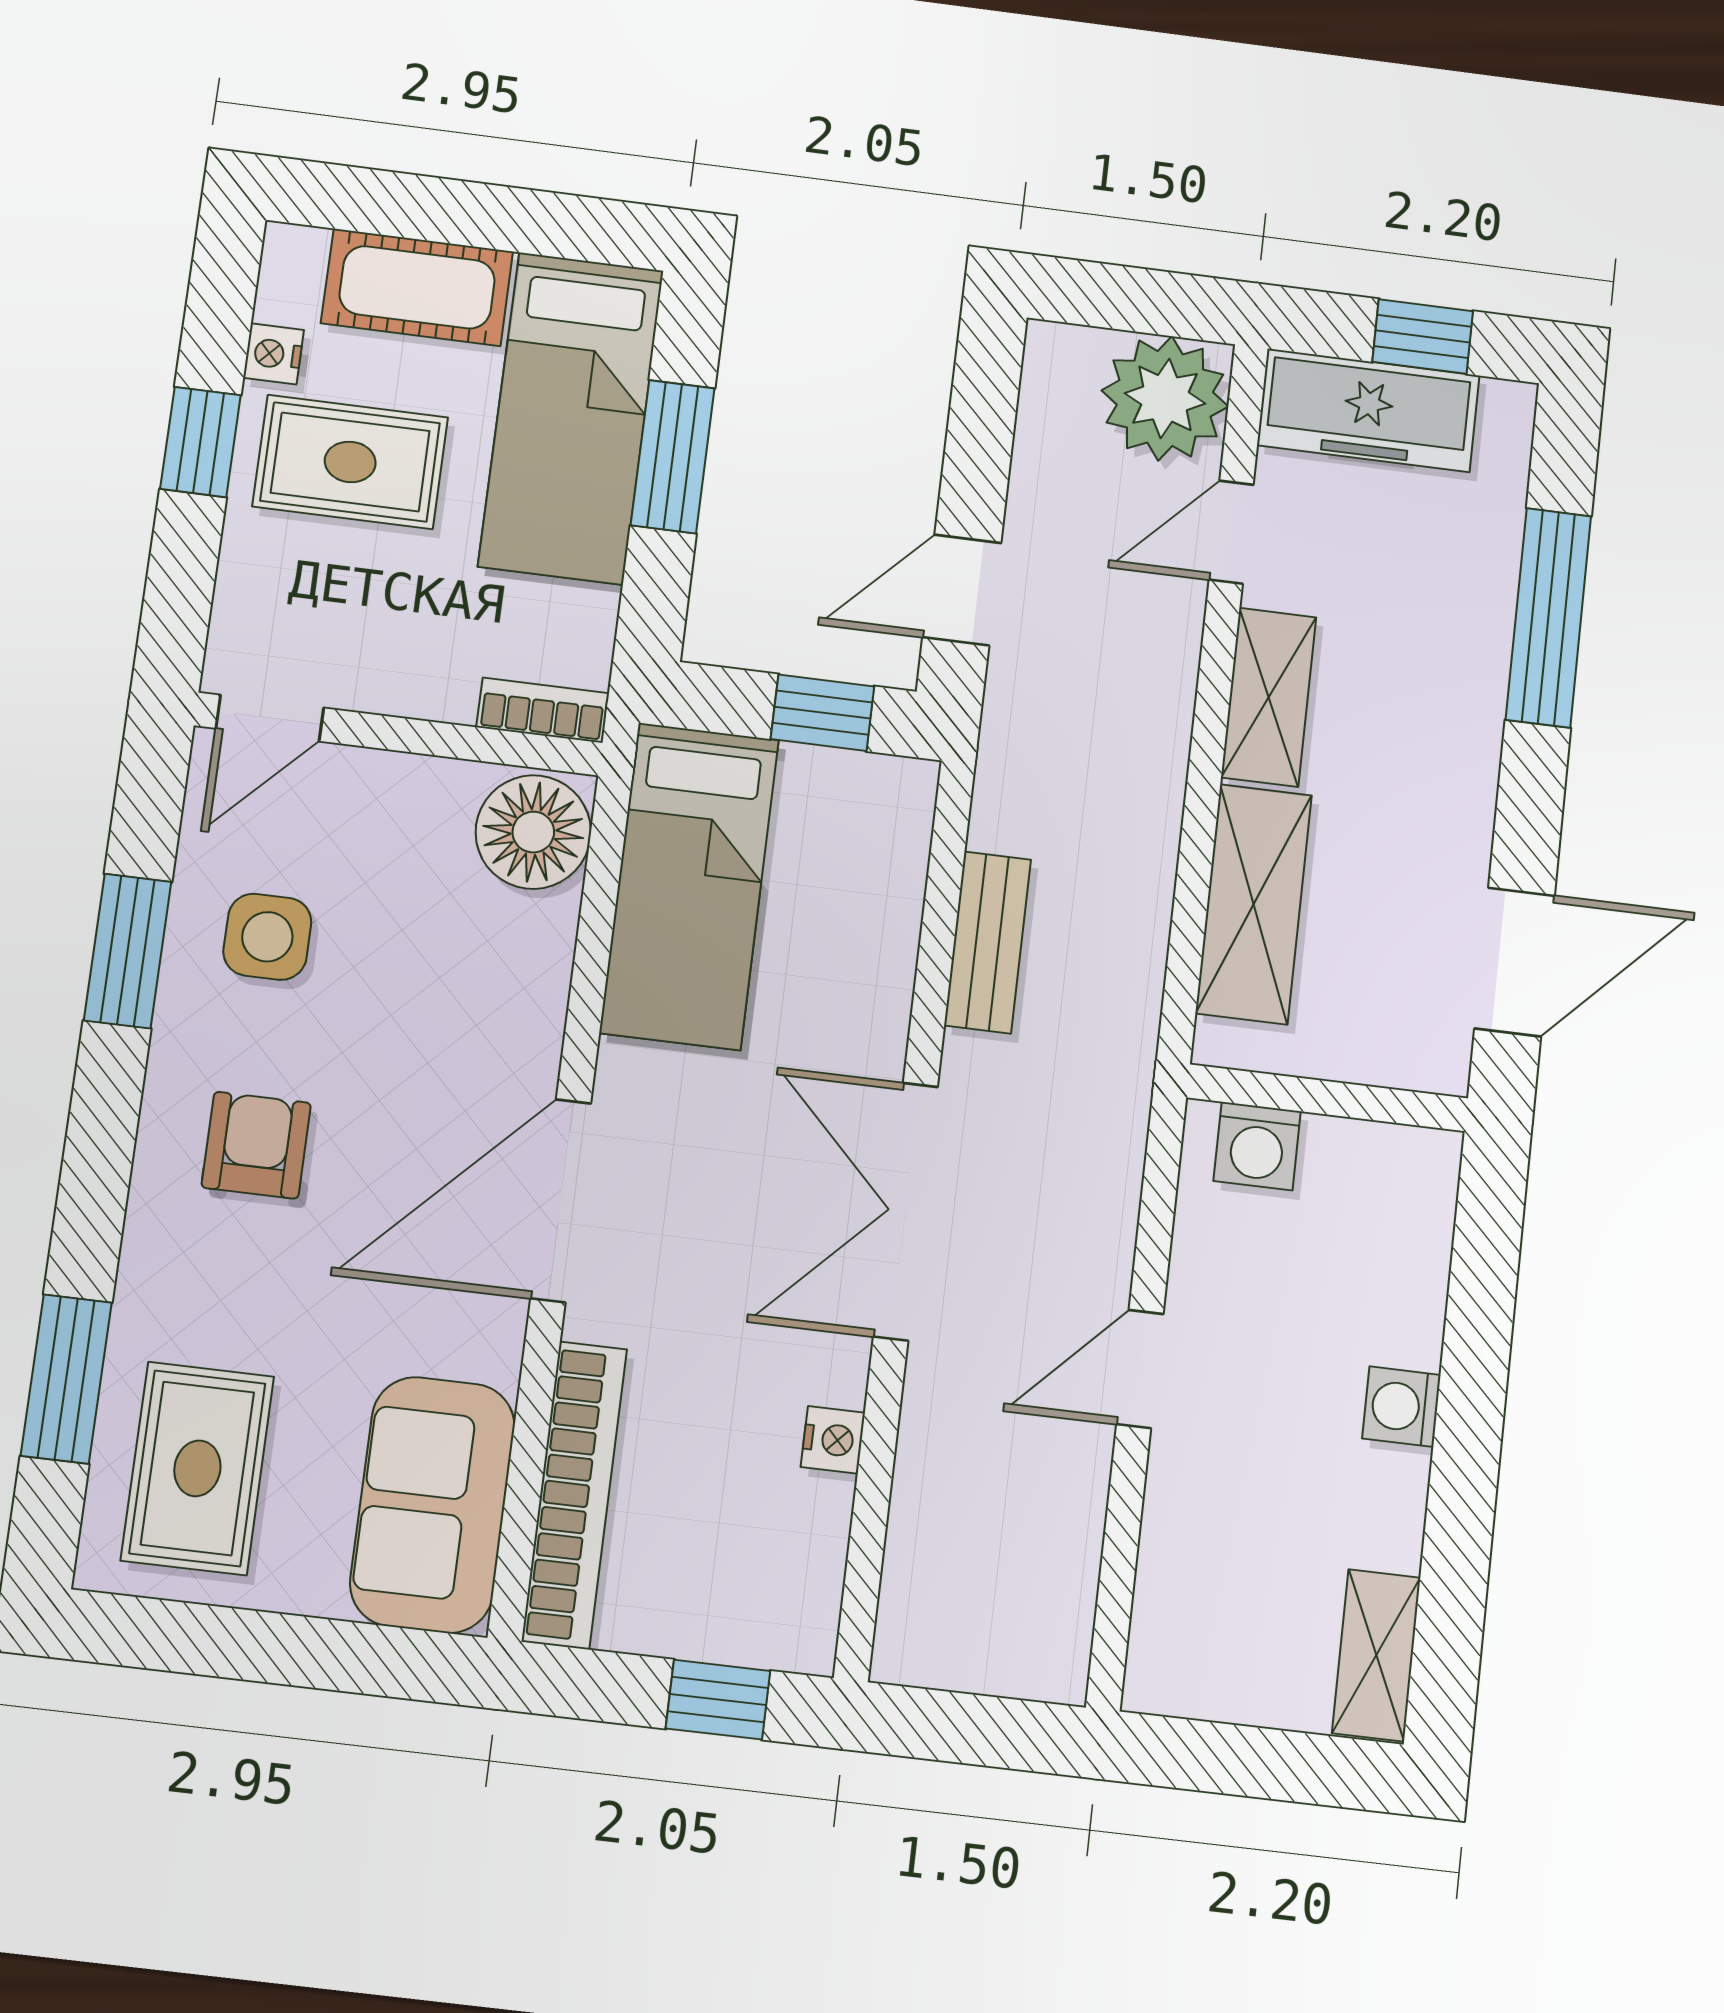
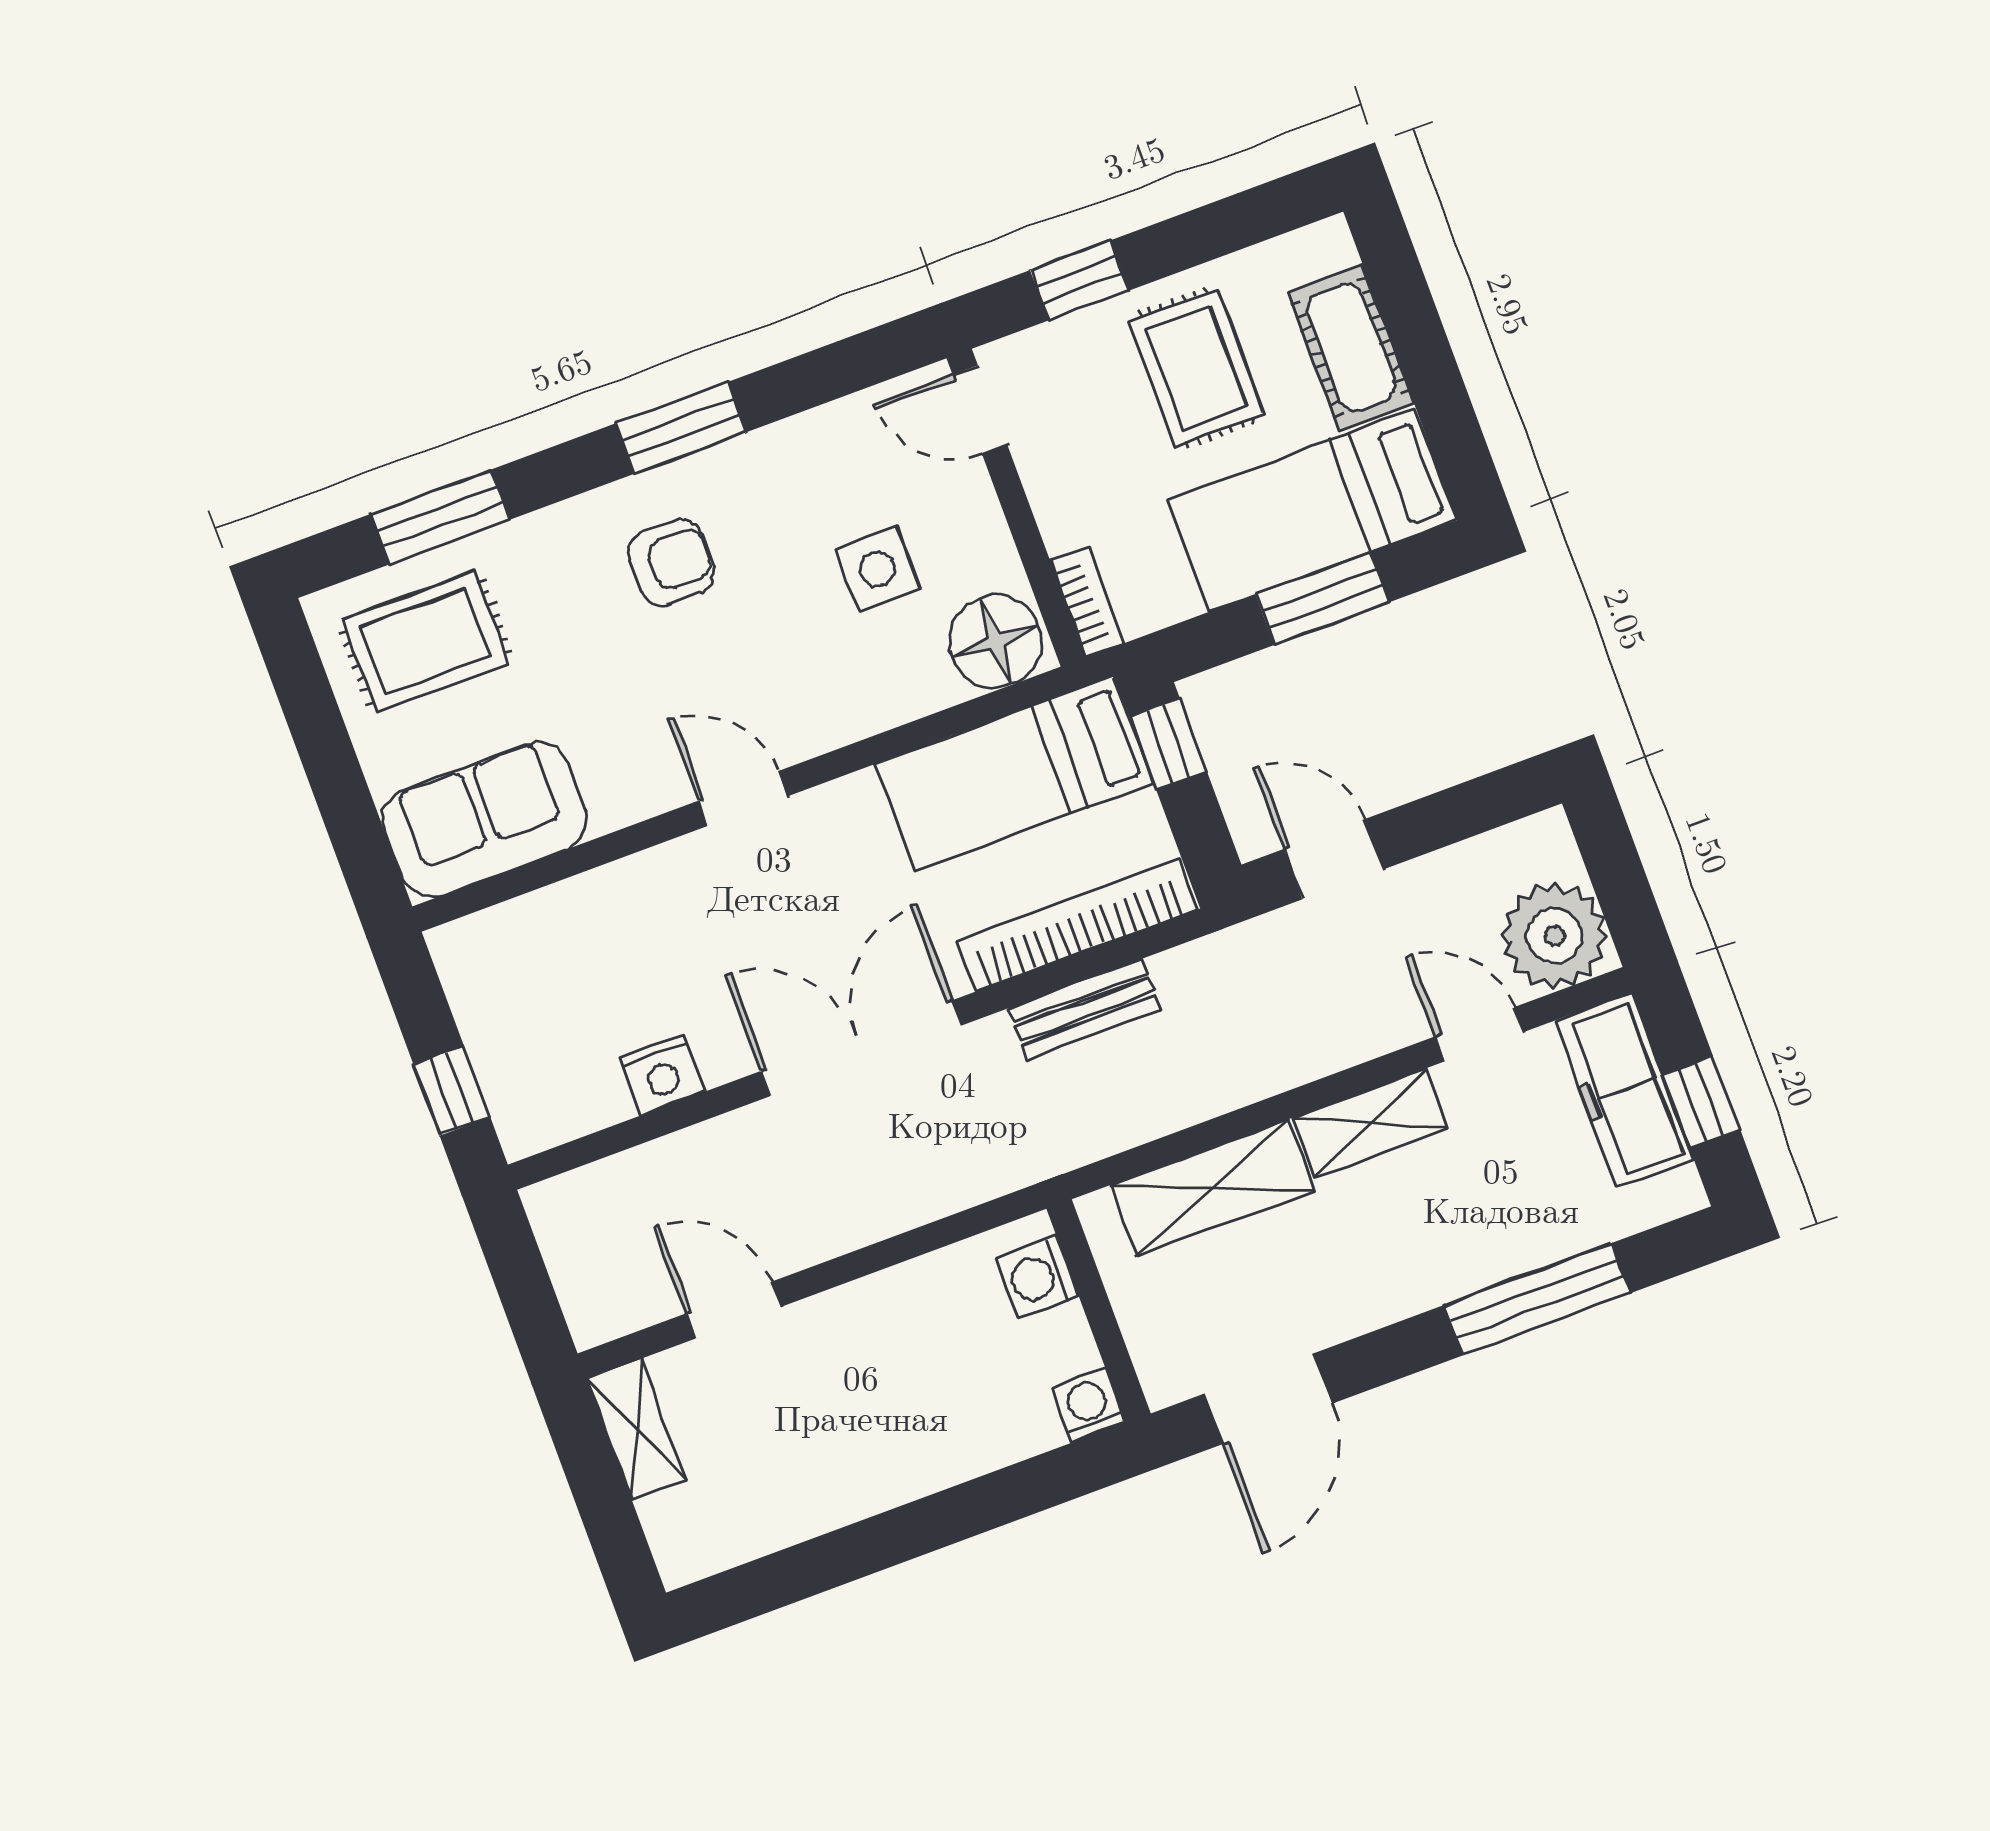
nightstand: (274, 354) -> (1247, 270), removed
window: (200, 442) -> (1080, 280), moved
window: (823, 713) -> (1168, 744), moved
side table: (267, 937) -> (877, 569), moved
window: (128, 951) -> (681, 428), moved
door: (1515, 962) -> (1268, 1399), hinge flipped
door: (561, 1201) -> (743, 799), width x0.53
door: (1140, 1369) -> (733, 1310), moved
washing machine: (1401, 1407) -> (1088, 1406), moved
nightstand: (833, 1440) -> (662, 1075), width x1.39, depth x1.35
bookcase: (574, 1495) -> (1077, 925), moved, turned 180
shelving: (1376, 1655) -> (637, 1429), moved, turned 90

